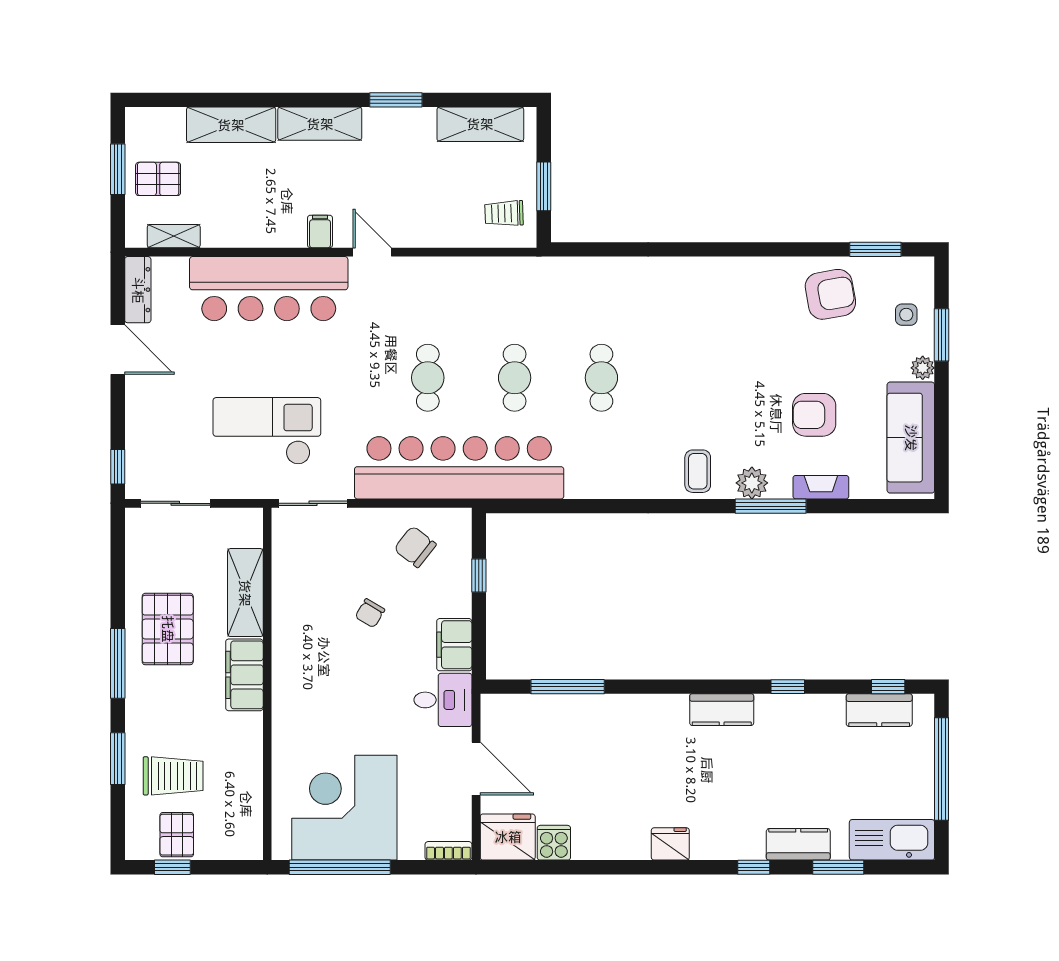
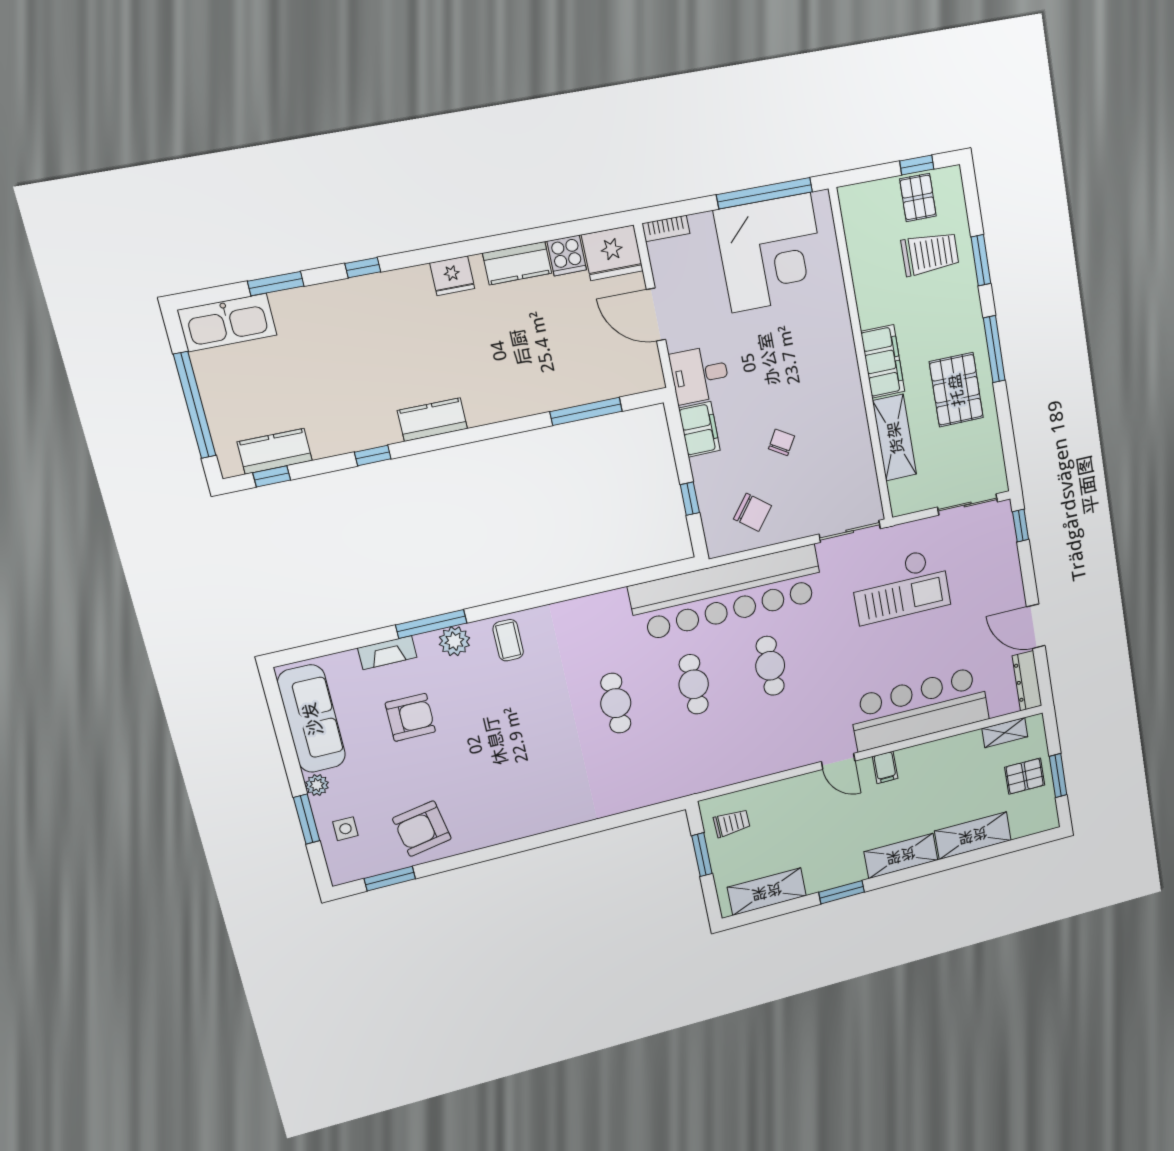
trolley: (173, 776) -> (930, 253), turned 180
kitchen counter: (798, 844) -> (517, 263), moved

